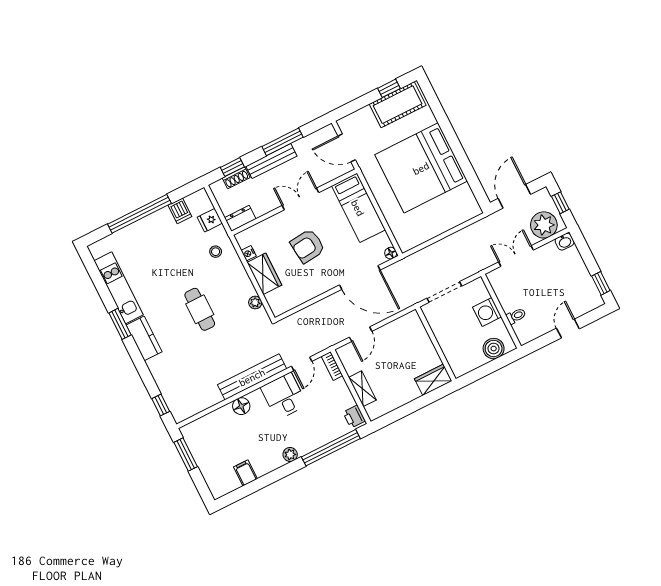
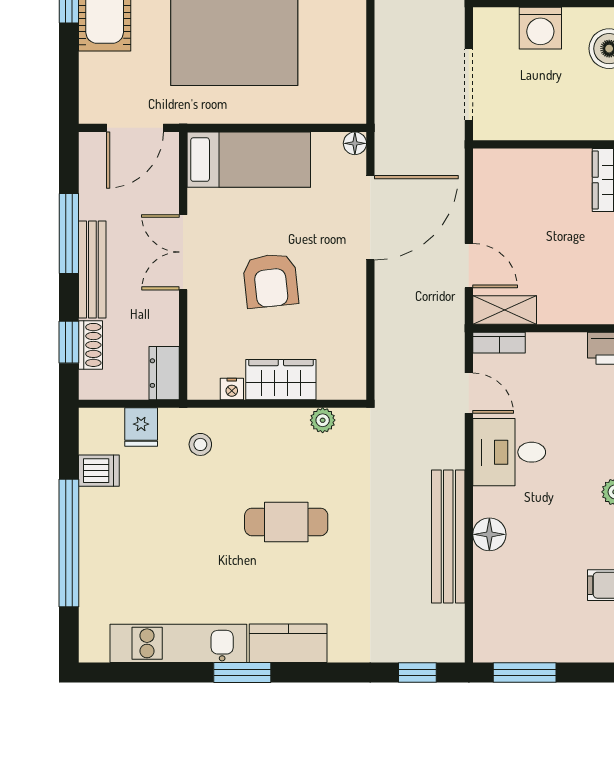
bench: (252, 377) -> (448, 537), moved
shelving: (362, 389) -> (505, 310), moved

